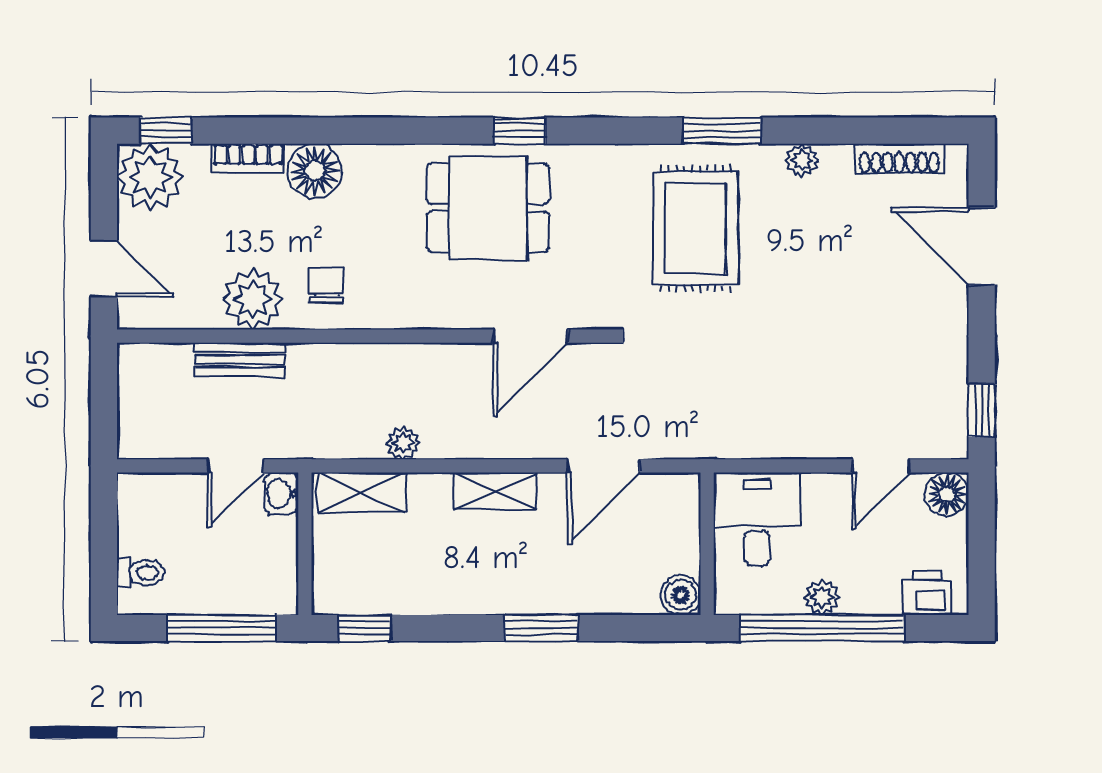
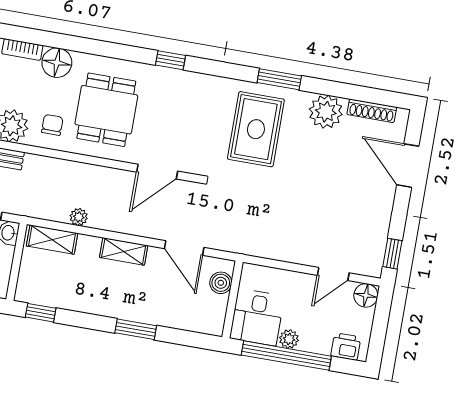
plant: (802, 160) -> (326, 112), width x1.87, depth x1.87
dining table: (488, 208) -> (106, 110), moved, turned 90
door: (604, 466) -> (184, 248), hinge flipped
desk: (757, 519) -> (257, 317), moved, turned 180
boiler: (681, 595) -> (221, 283), moved

